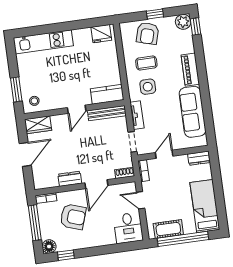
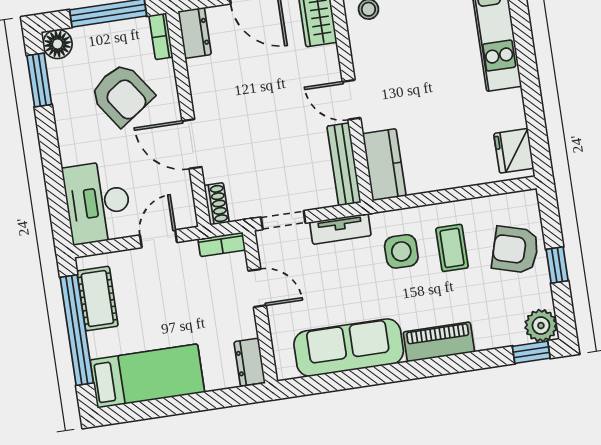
dresser: (70, 179) -> (195, 33), moved
armchair: (73, 217) -> (122, 94), turned -54
desk: (128, 228) -> (98, 202), width x1.37
window: (66, 255) -> (39, 80), width x1.50

